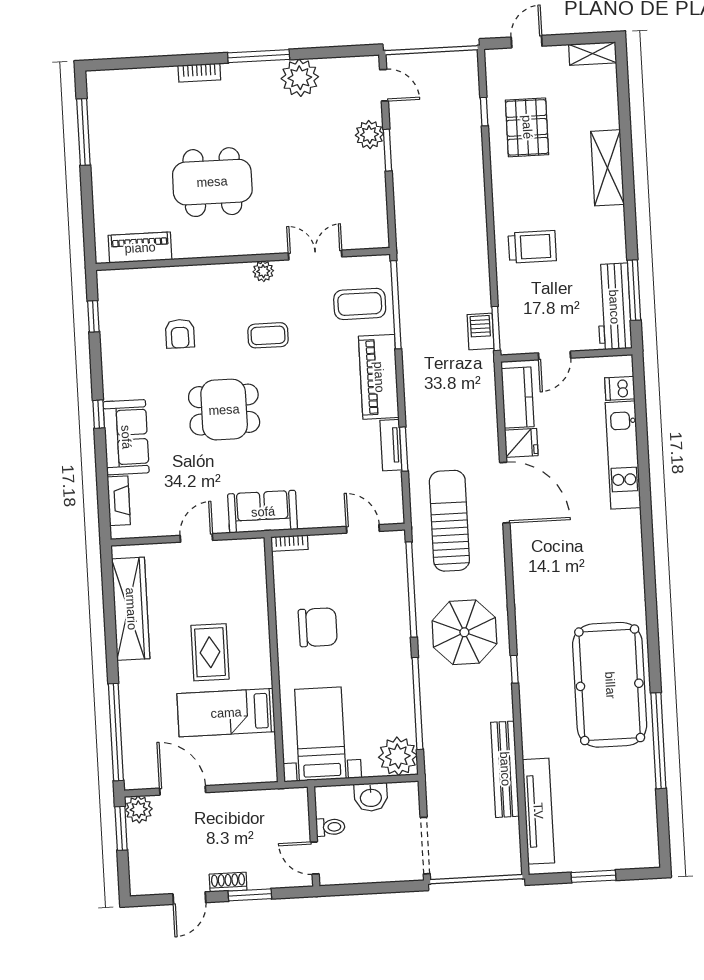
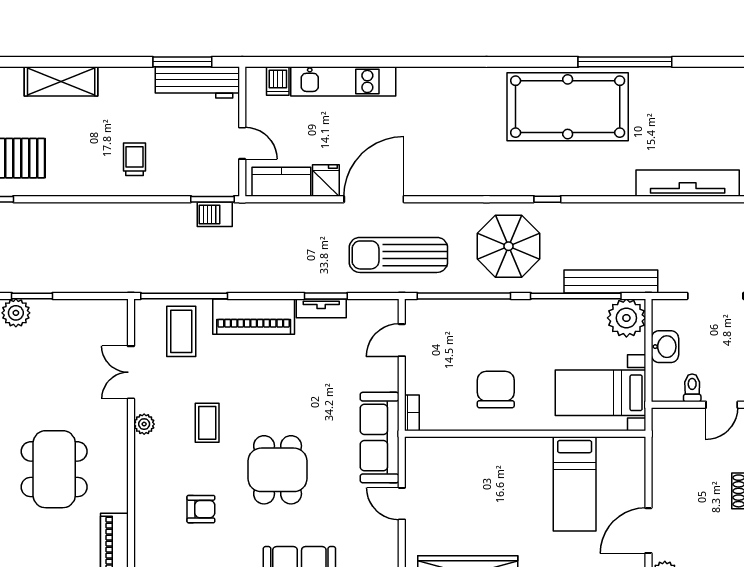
trolley: (532, 247) -> (134, 159), width x0.73, depth x0.72
sofa: (263, 512) -> (380, 438), width x1.36
rug: (210, 652) -> (515, 497), removed
bench: (505, 769) -> (611, 281), moved

